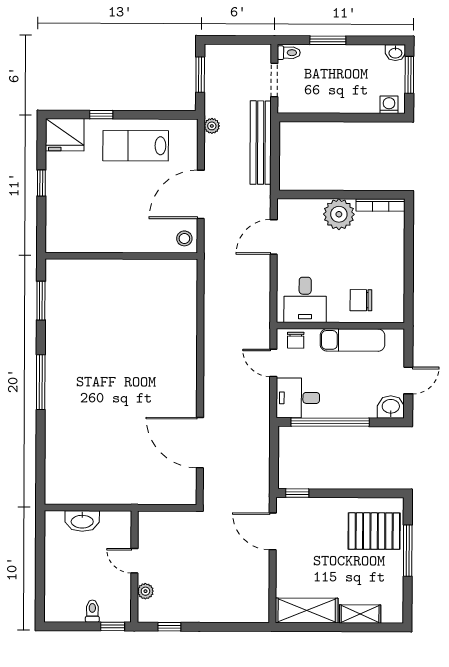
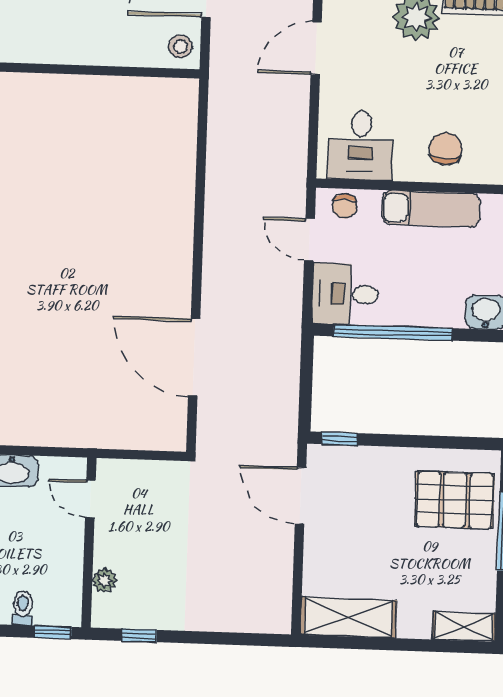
chair: (361, 300) -> (446, 149), turned 90
door: (134, 561) -> (90, 499), moved
shelving: (360, 614) -> (464, 626), moved

